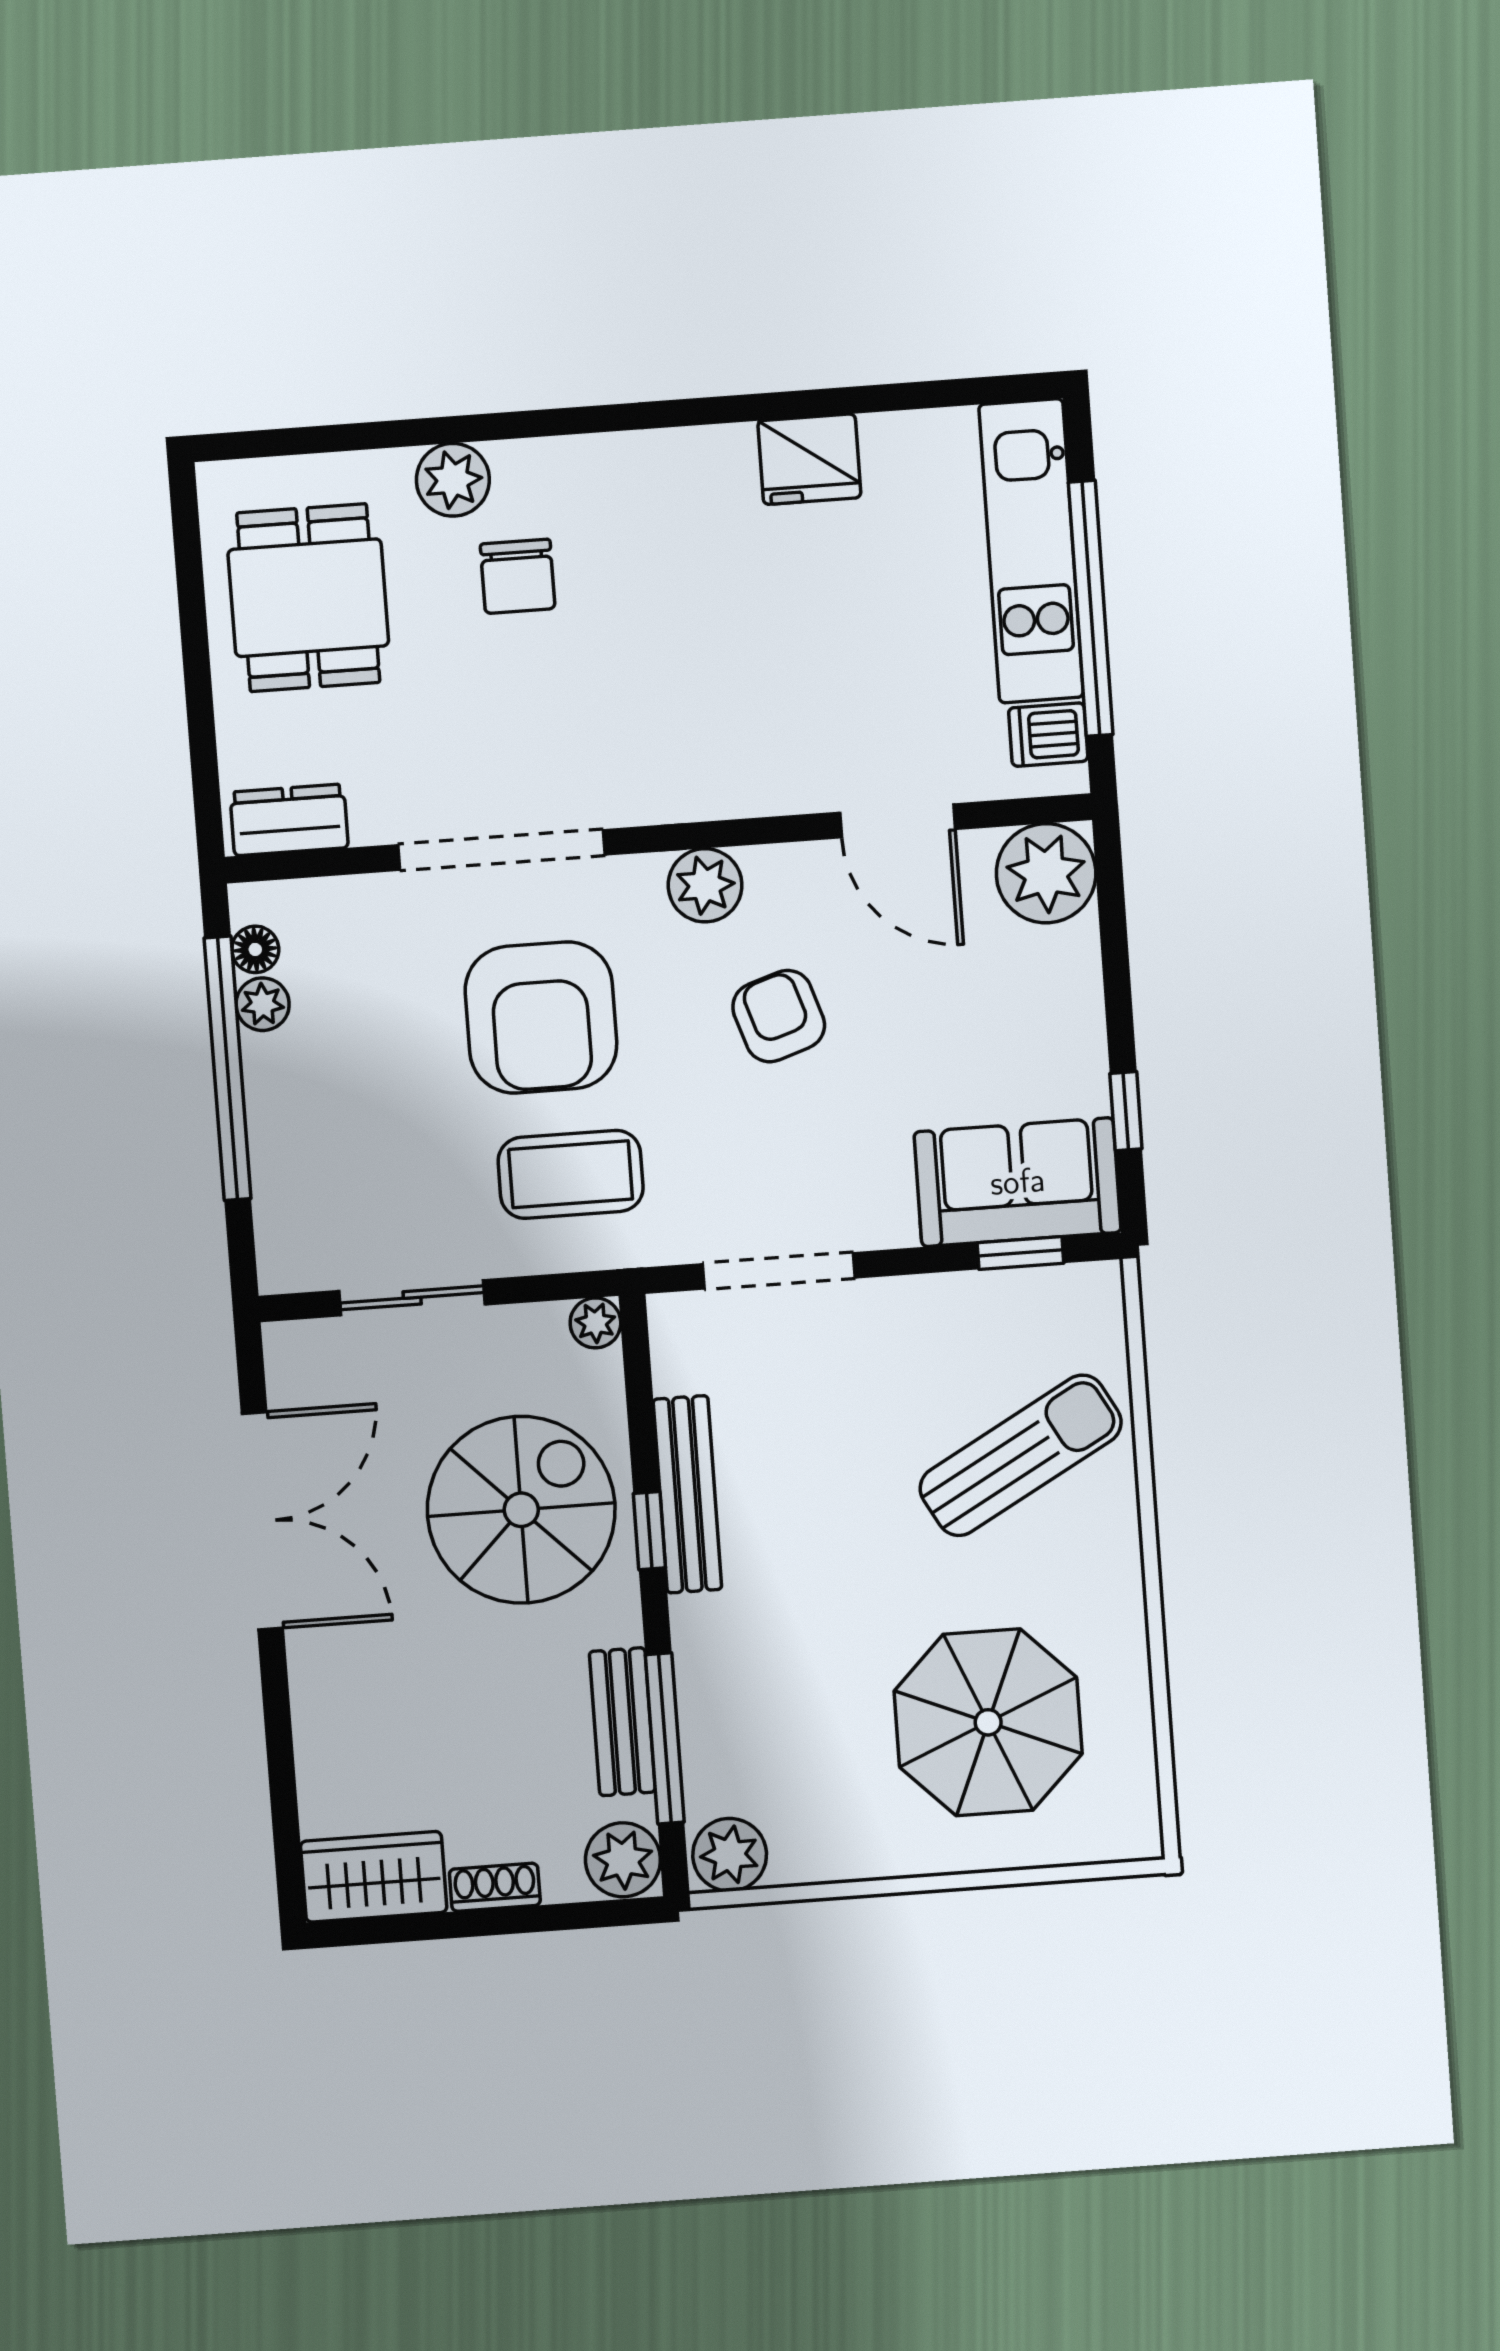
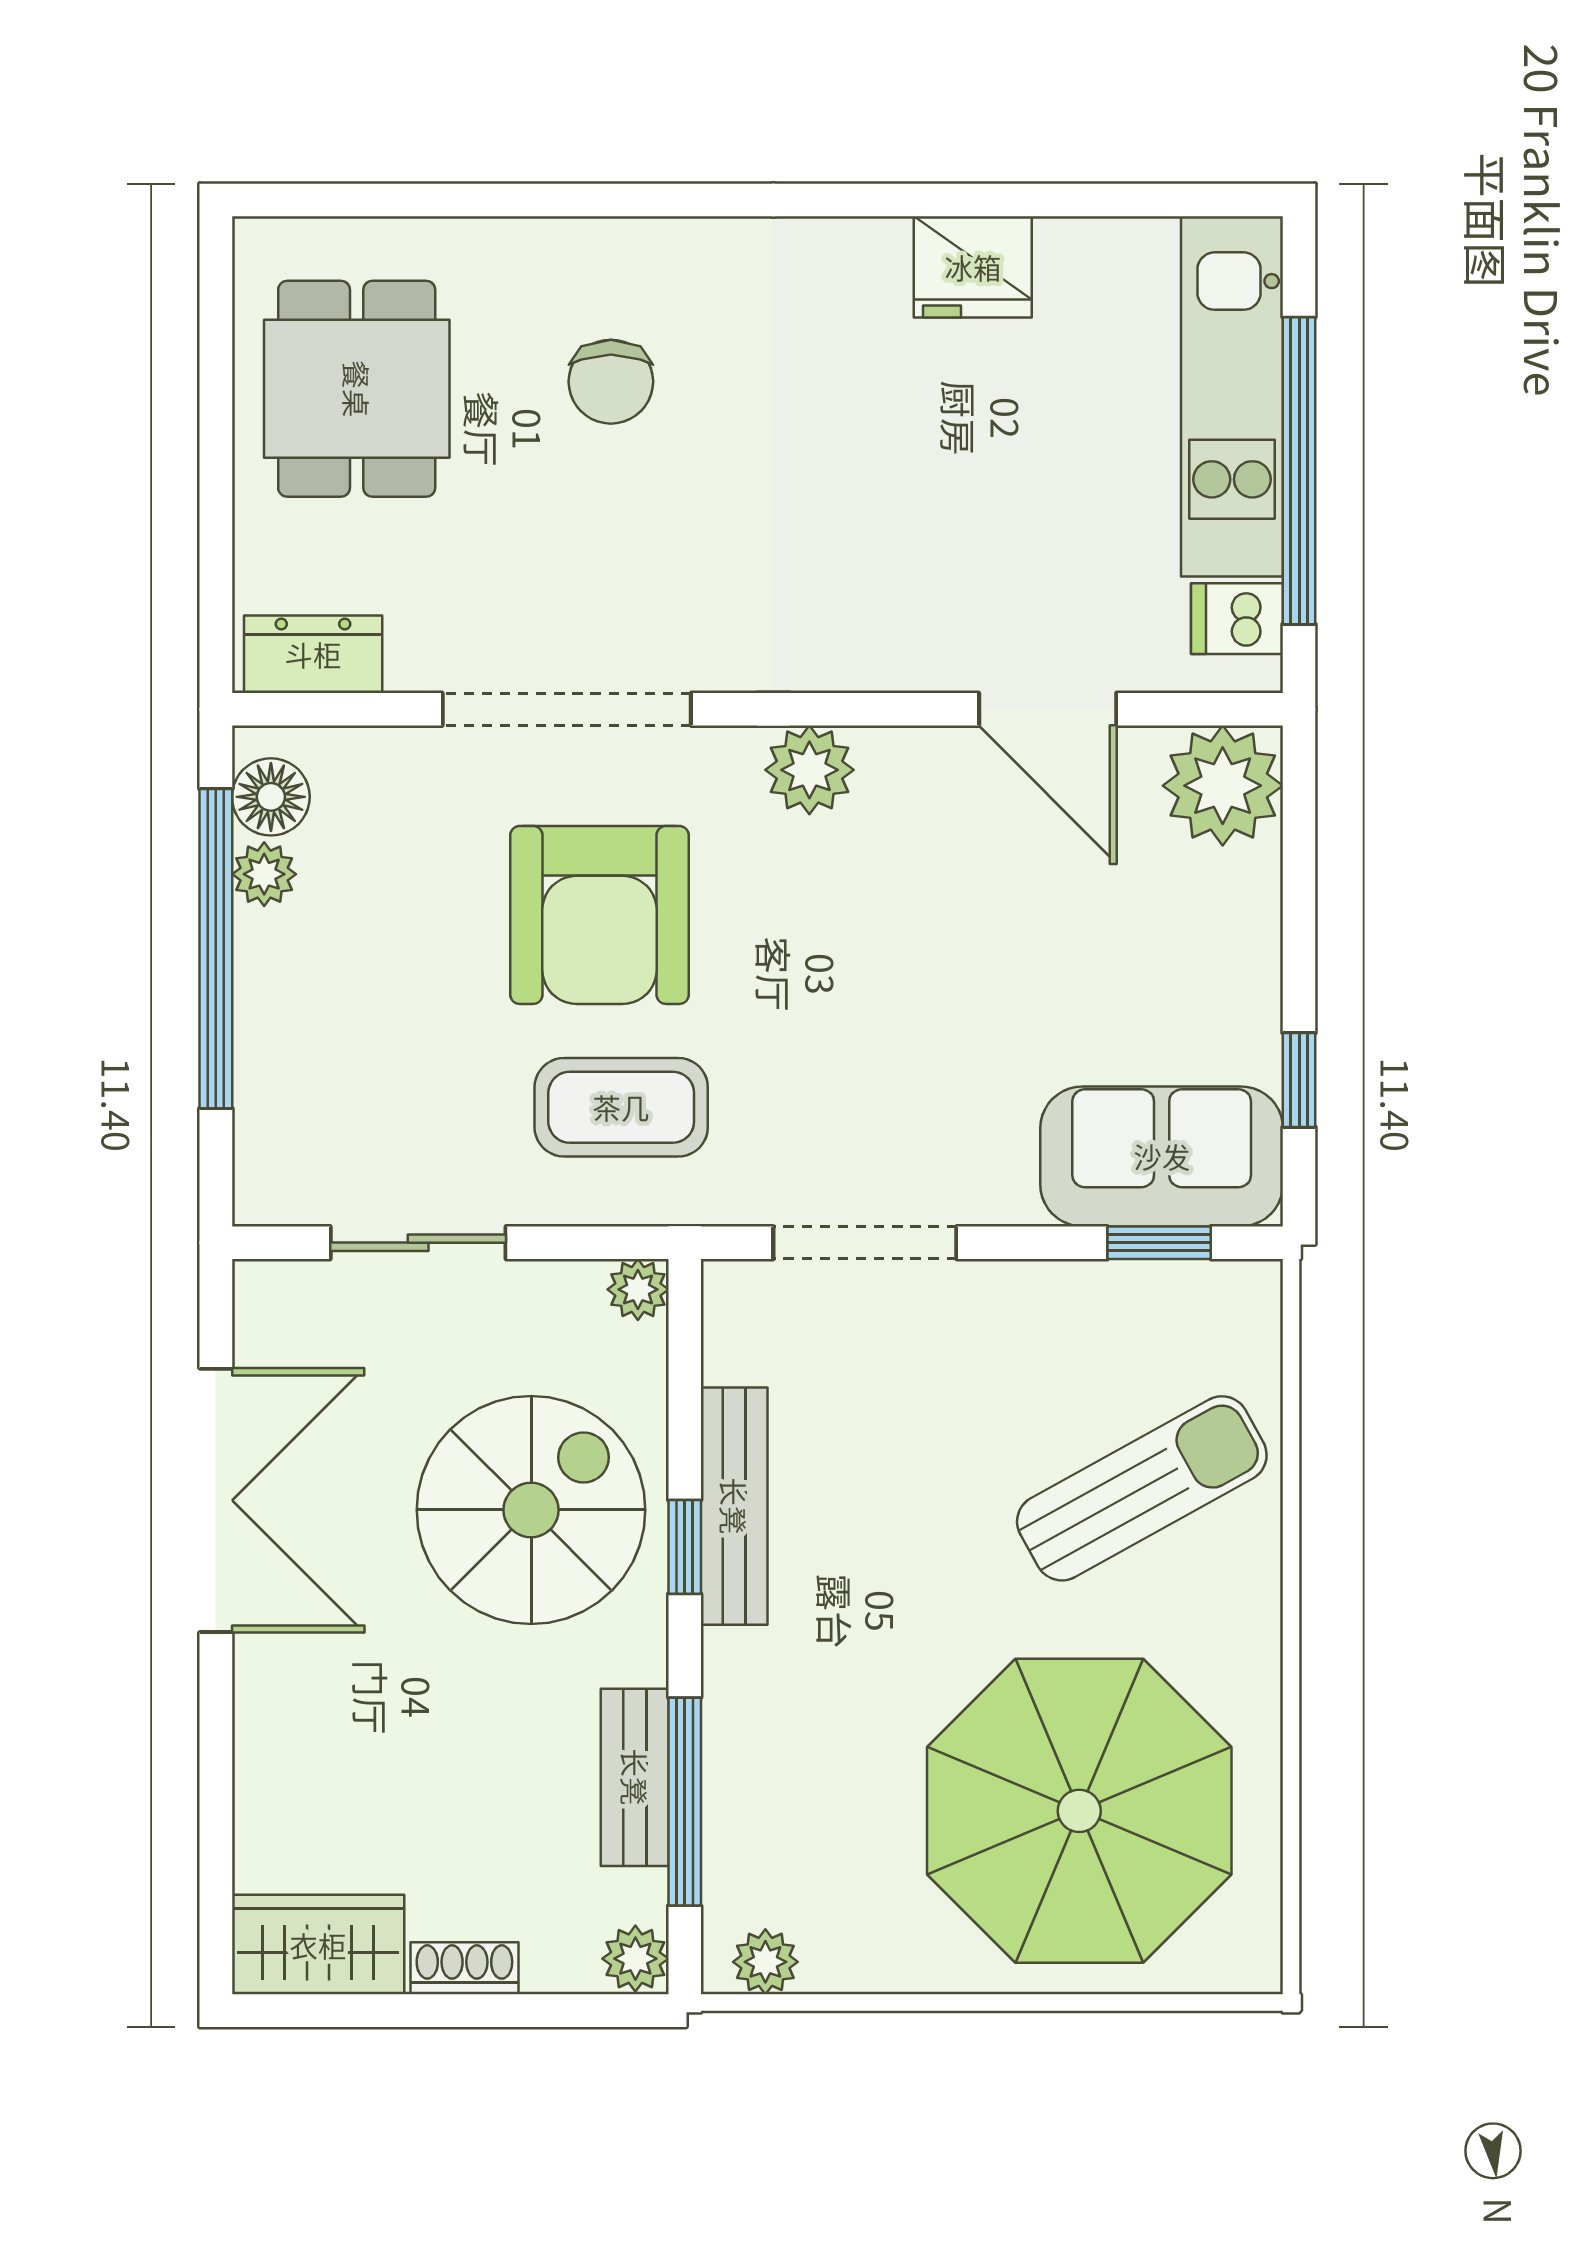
plant: (453, 480) -> (542, 260), removed
floor lamp: (255, 949) -> (271, 797), width x1.37, depth x1.37
armchair: (779, 1016) -> (887, 934), removed
parasol: (988, 1722) -> (1079, 1811), width x1.36, depth x1.36
plant: (730, 1855) -> (765, 1962), width x0.73, depth x0.73
plant: (623, 1860) -> (635, 1959), width x0.73, depth x0.73

